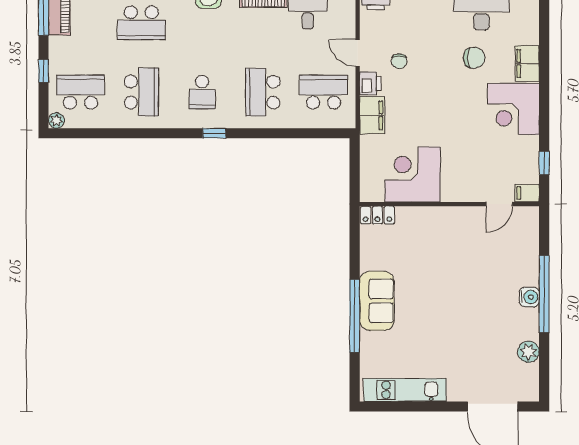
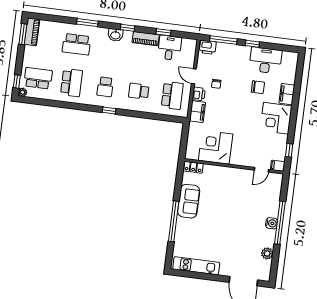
window: (43, 71) -> (17, 81), moved
school desk: (263, 92) -> (139, 91), width x0.54
school desk: (324, 92) -> (172, 95), turned 90
sofa: (377, 301) -> (189, 201), moved

